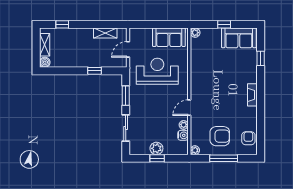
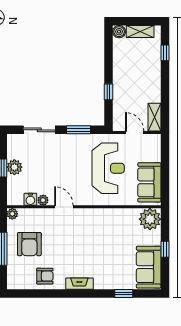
shelving: (105, 33) -> (155, 117), moved
plant: (195, 33) -> (150, 219), width x1.88, depth x1.88
armchair: (248, 138) -> (45, 276), moved

